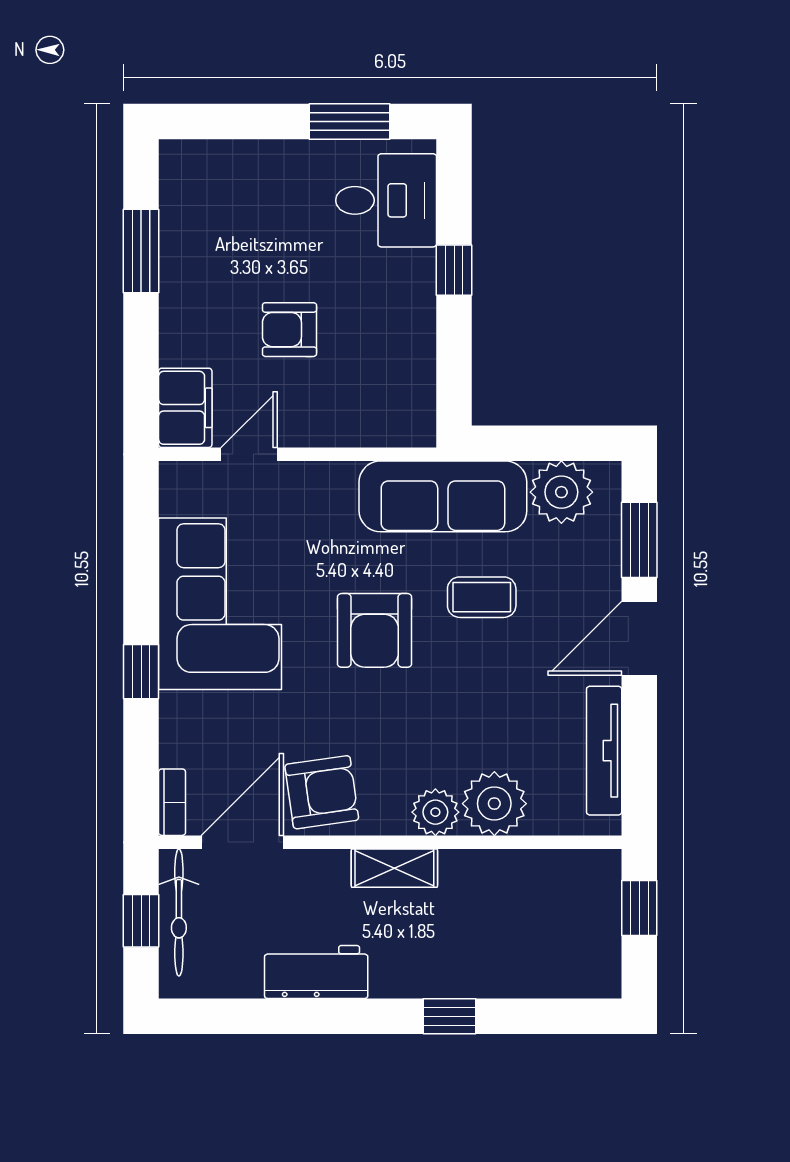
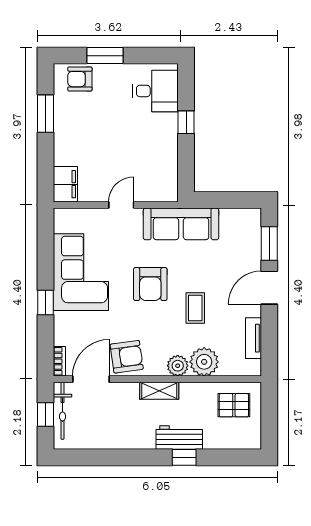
window: (349, 121) -> (105, 56), moved
armchair: (289, 330) -> (80, 79), moved
door: (249, 454) -> (121, 205), moved
plant: (561, 492) -> (234, 222), removed
coffee table: (482, 597) -> (195, 308), moved, turned 90
tv unit: (604, 751) -> (253, 338), width x0.71
pallet: (561, 900) -> (234, 405), added
window: (639, 908) -> (269, 409), removed
workbench: (316, 972) -> (179, 437), moved

